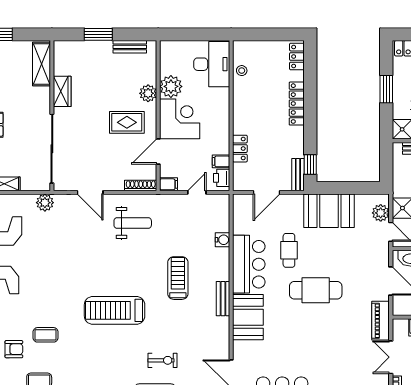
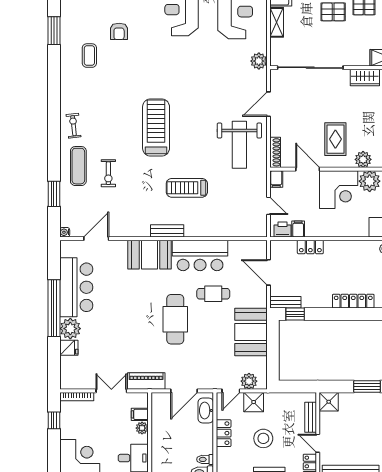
weight bench: (133, 223) -> (239, 145), width x1.36, depth x1.33
water cooler: (222, 240) -> (223, 230), removed
treadmill: (178, 278) -> (187, 188), turned 180
coffee table: (46, 335) -> (133, 62), removed

